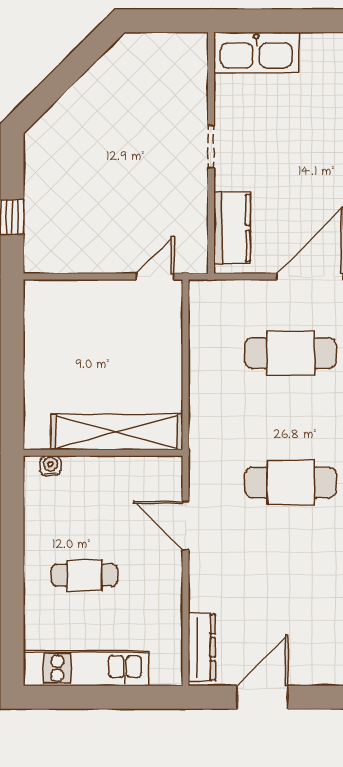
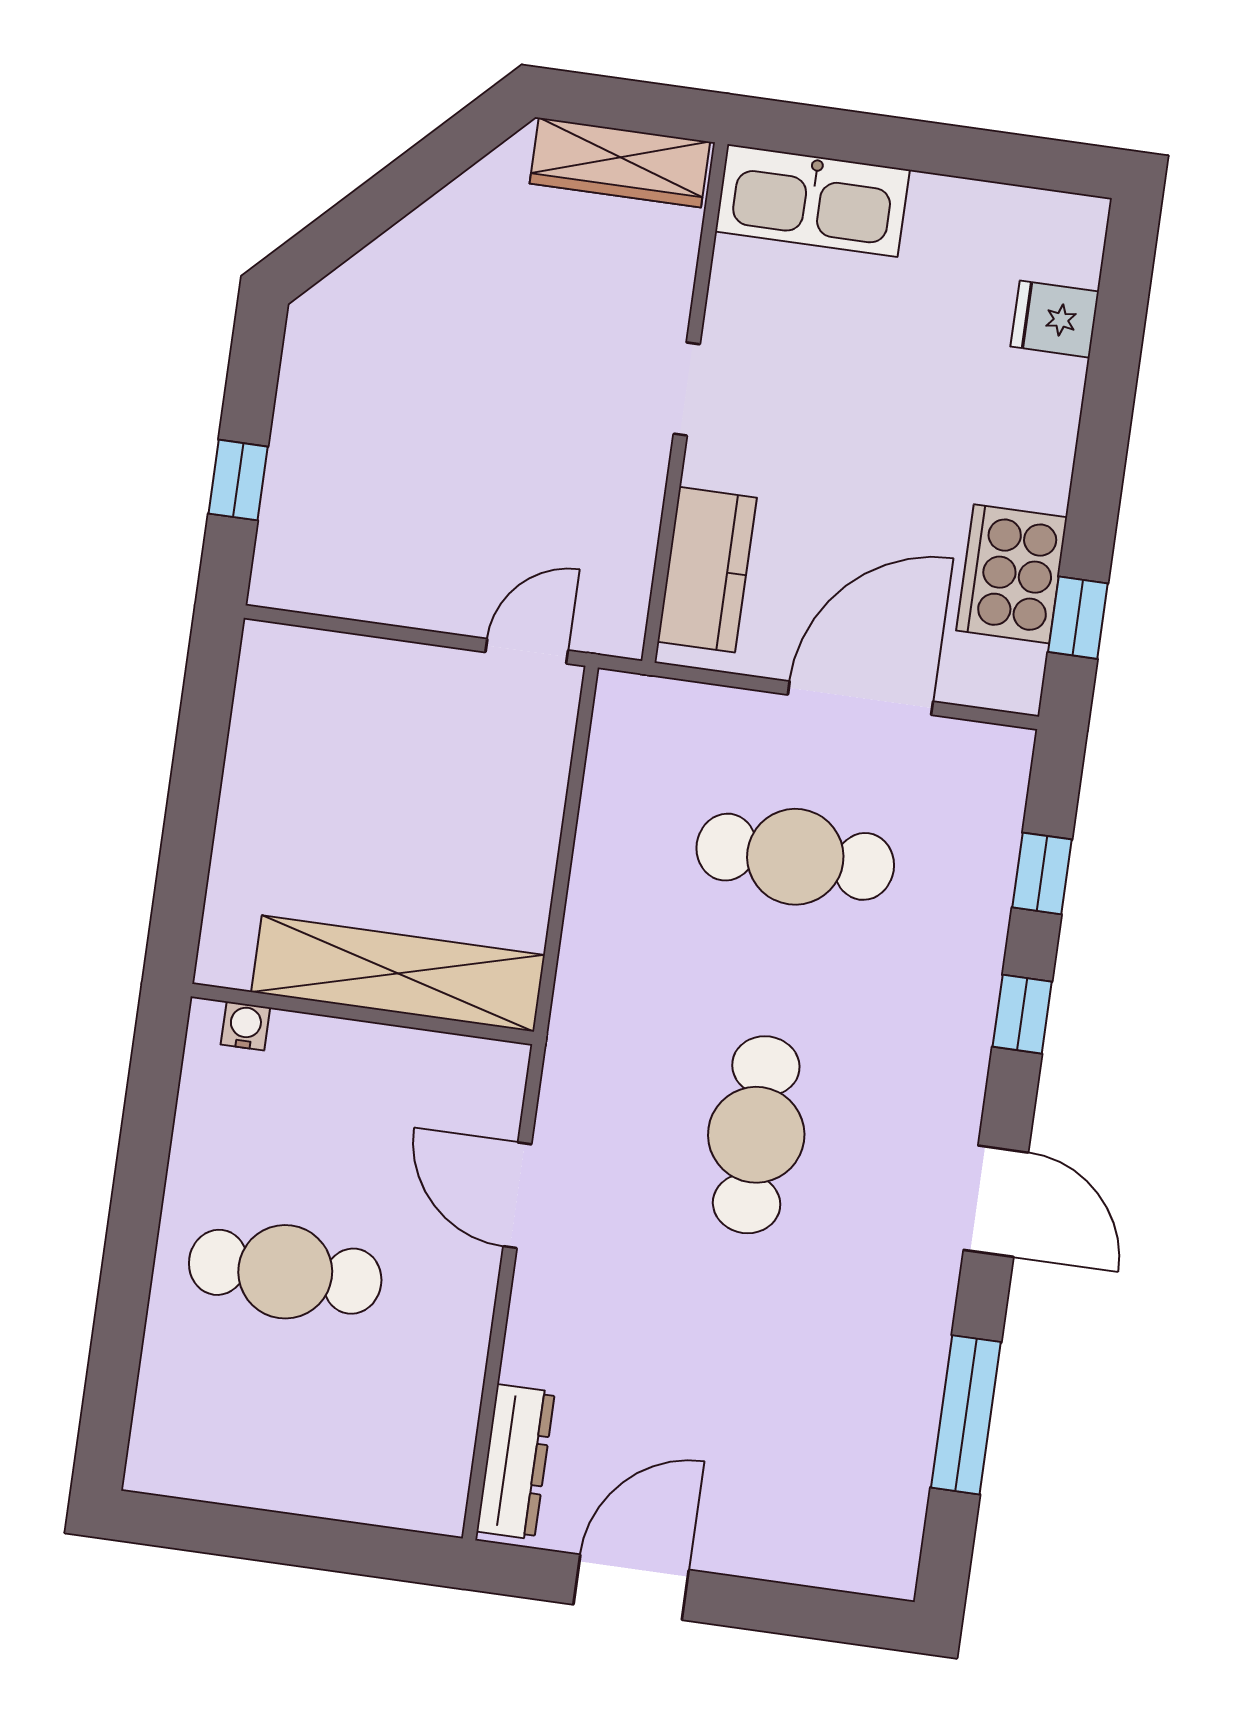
wardrobe: (166, 48) -> (620, 163), added
cafe table: (291, 483) -> (756, 1135), turned 90
cafe table: (84, 575) -> (285, 1272), width x1.37, depth x1.35
kitchen unit: (86, 668) -> (261, 1472), removed

